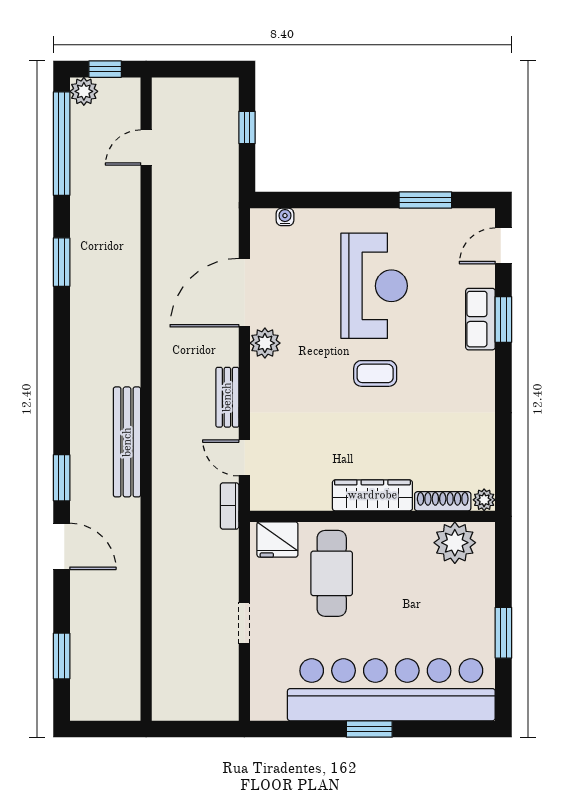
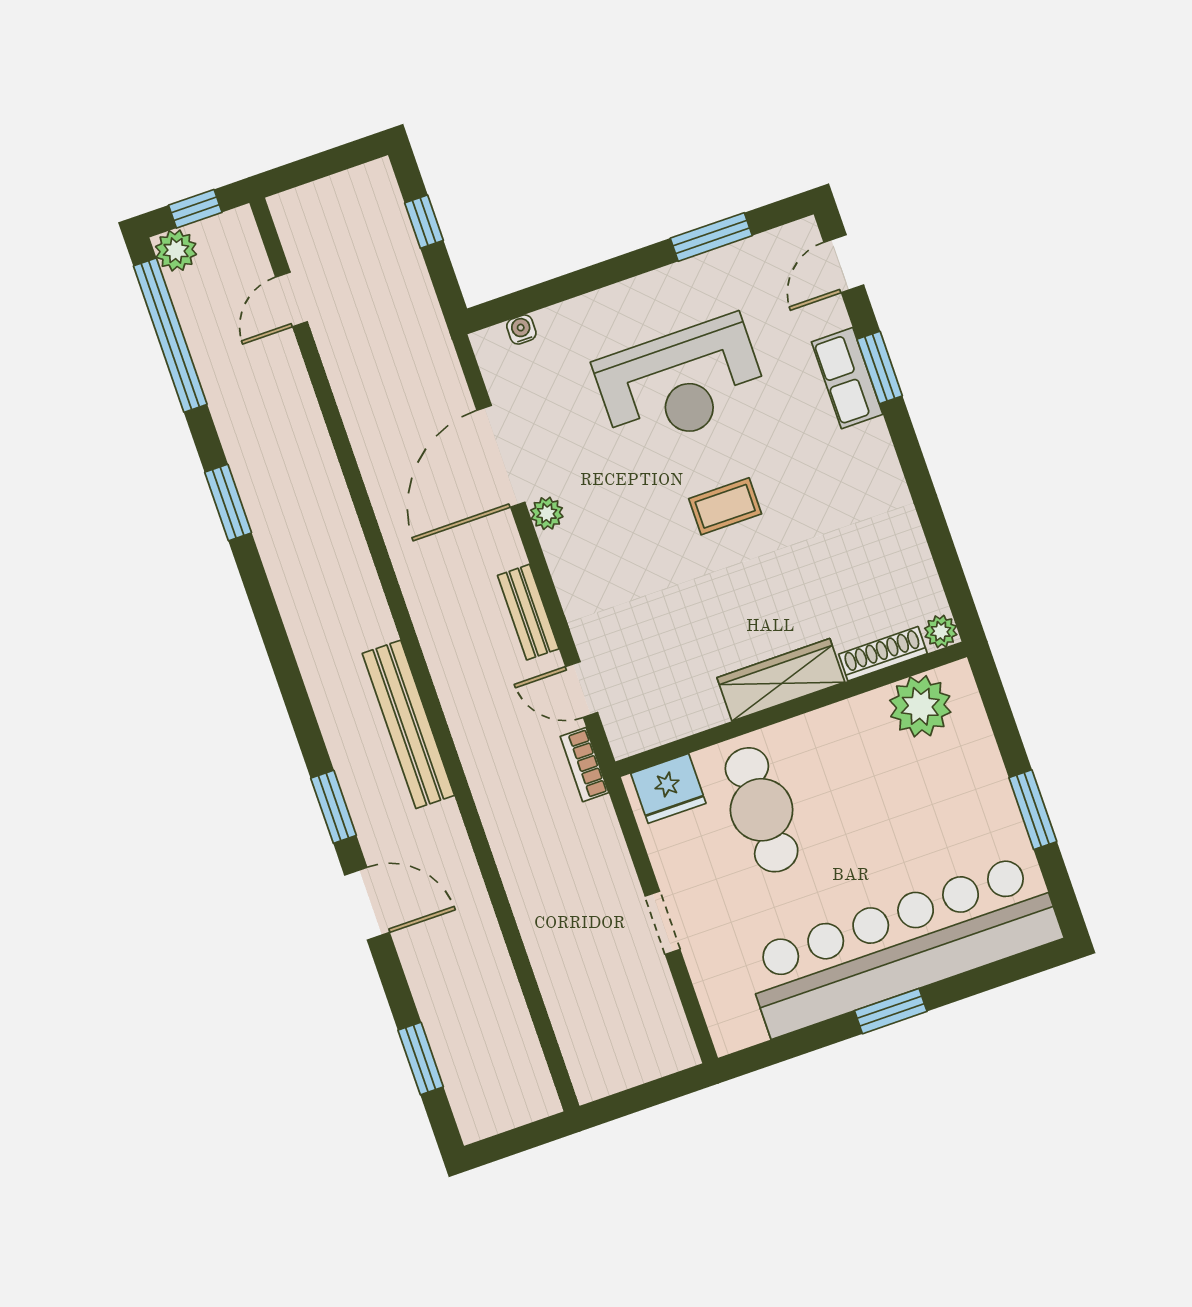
reception desk: (374, 286) -> (681, 383), turned 90
plant: (265, 343) -> (547, 513), width x0.73, depth x0.73

